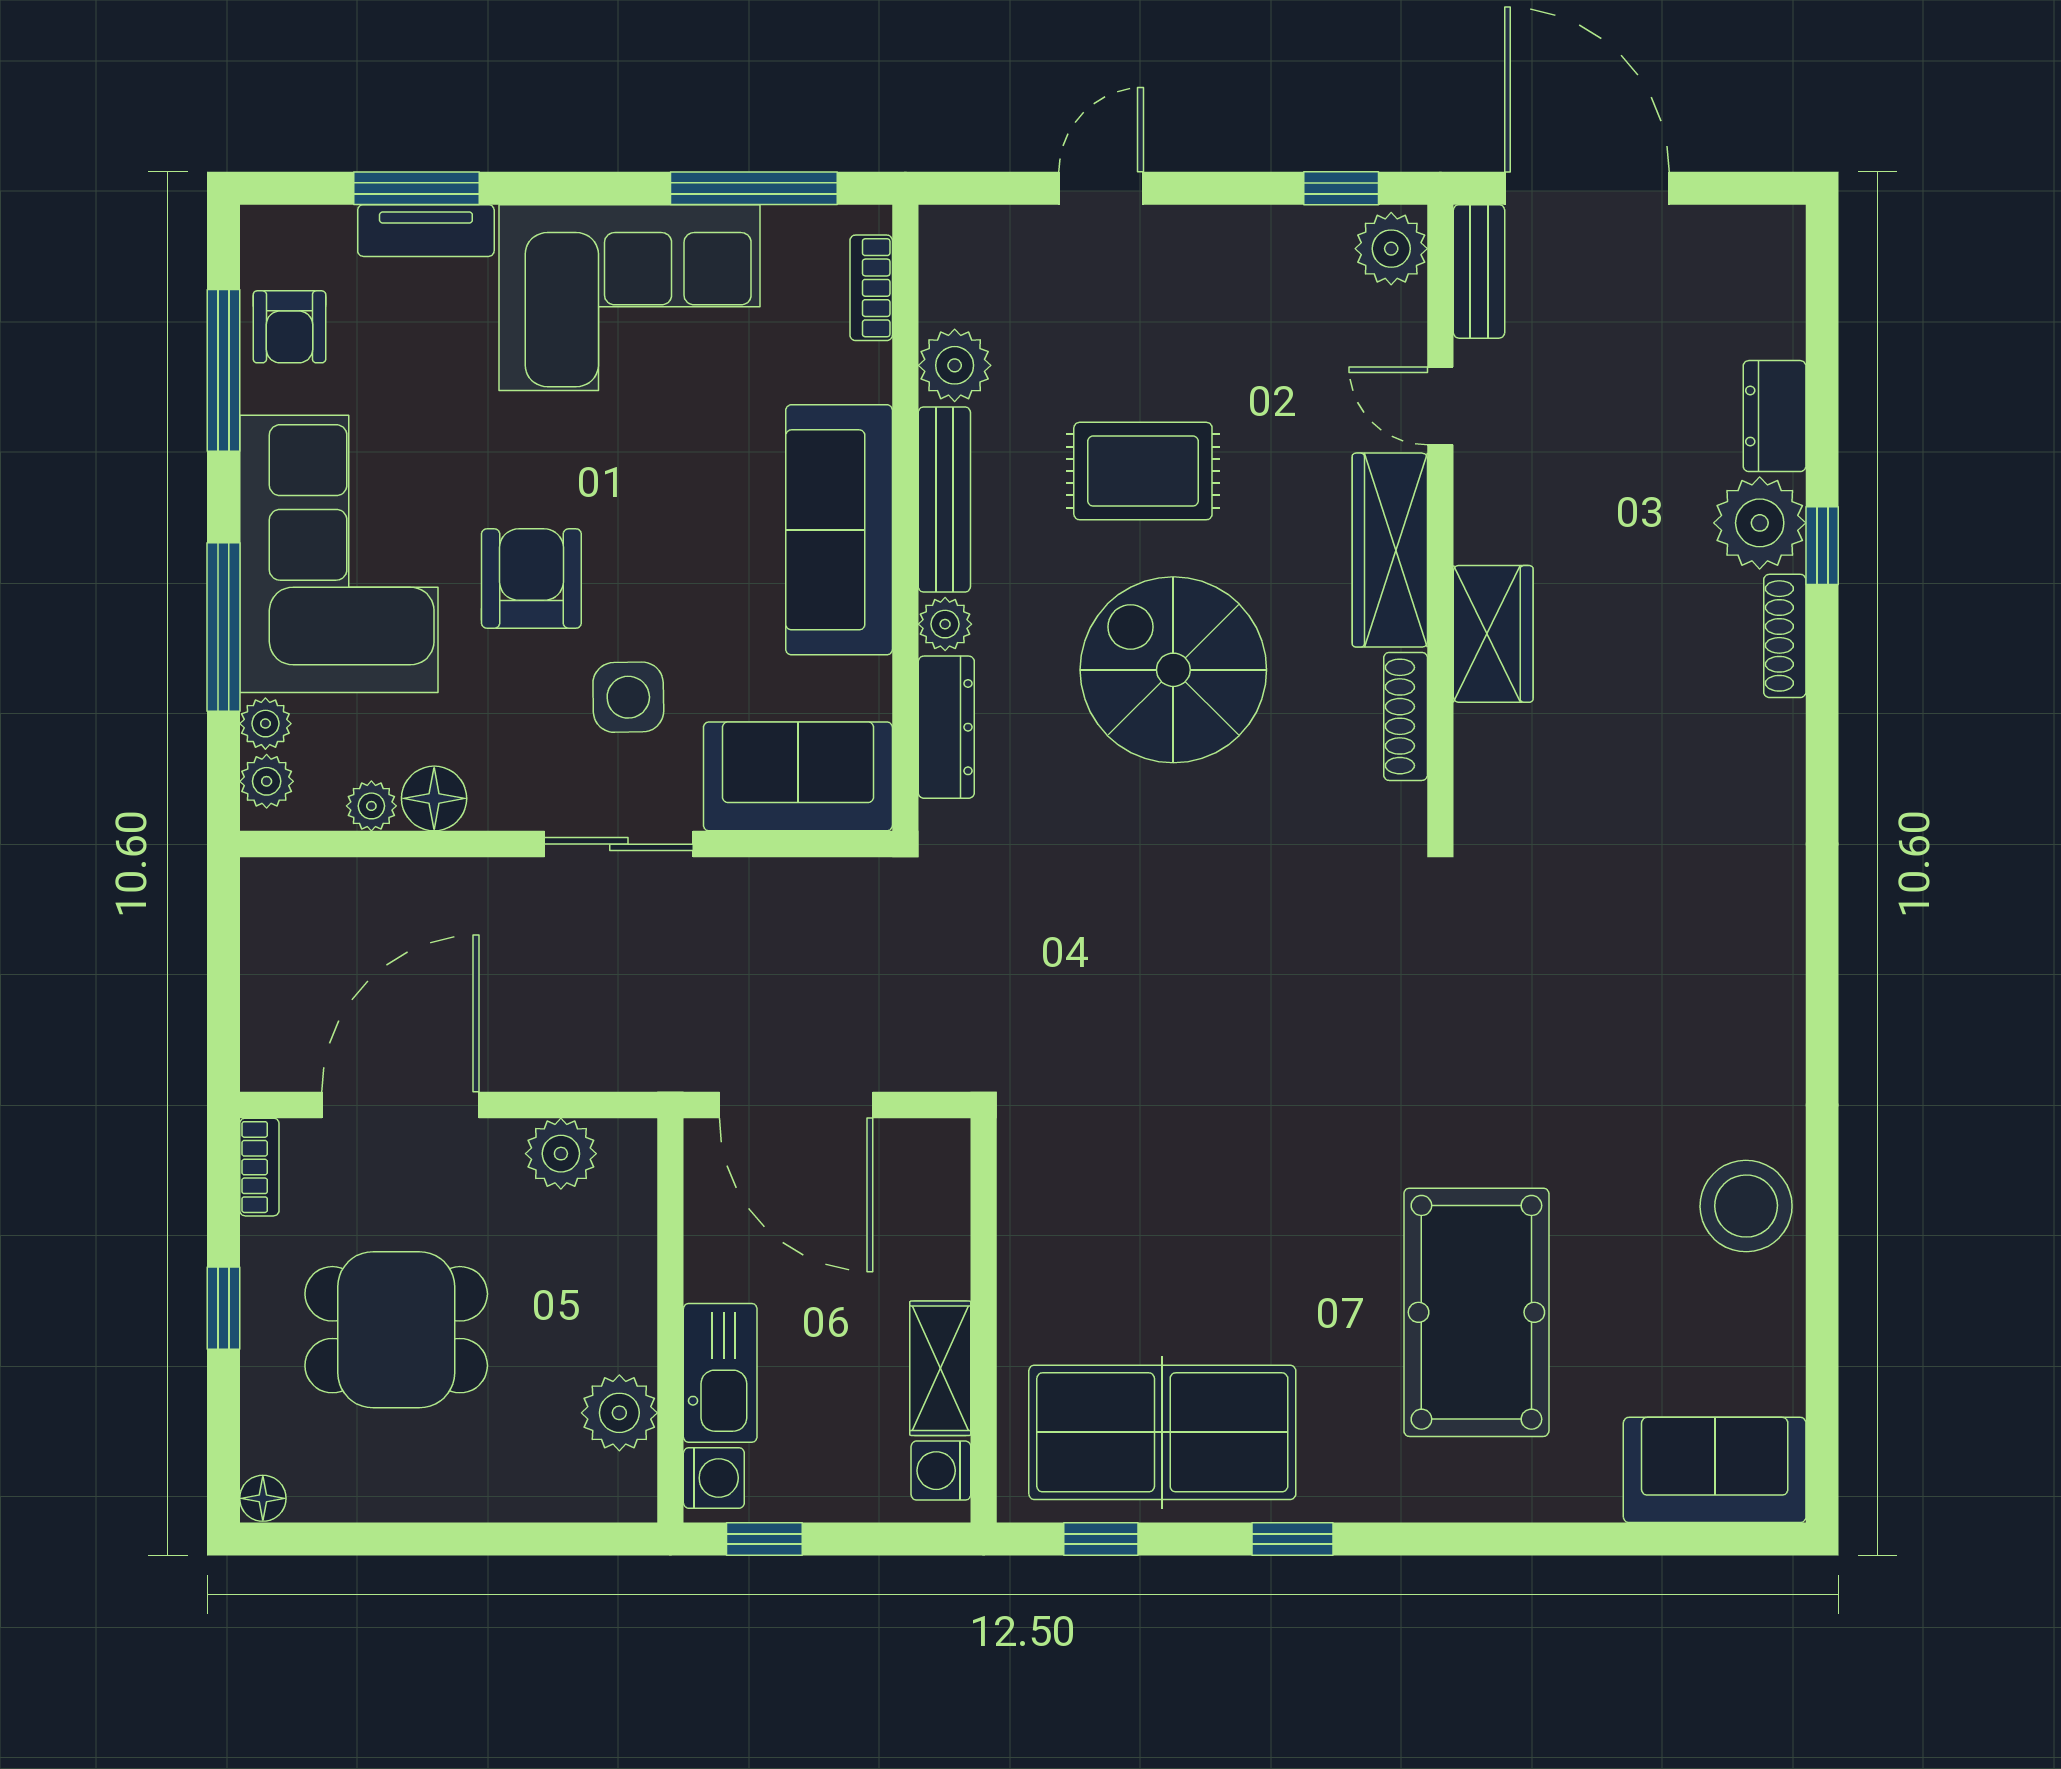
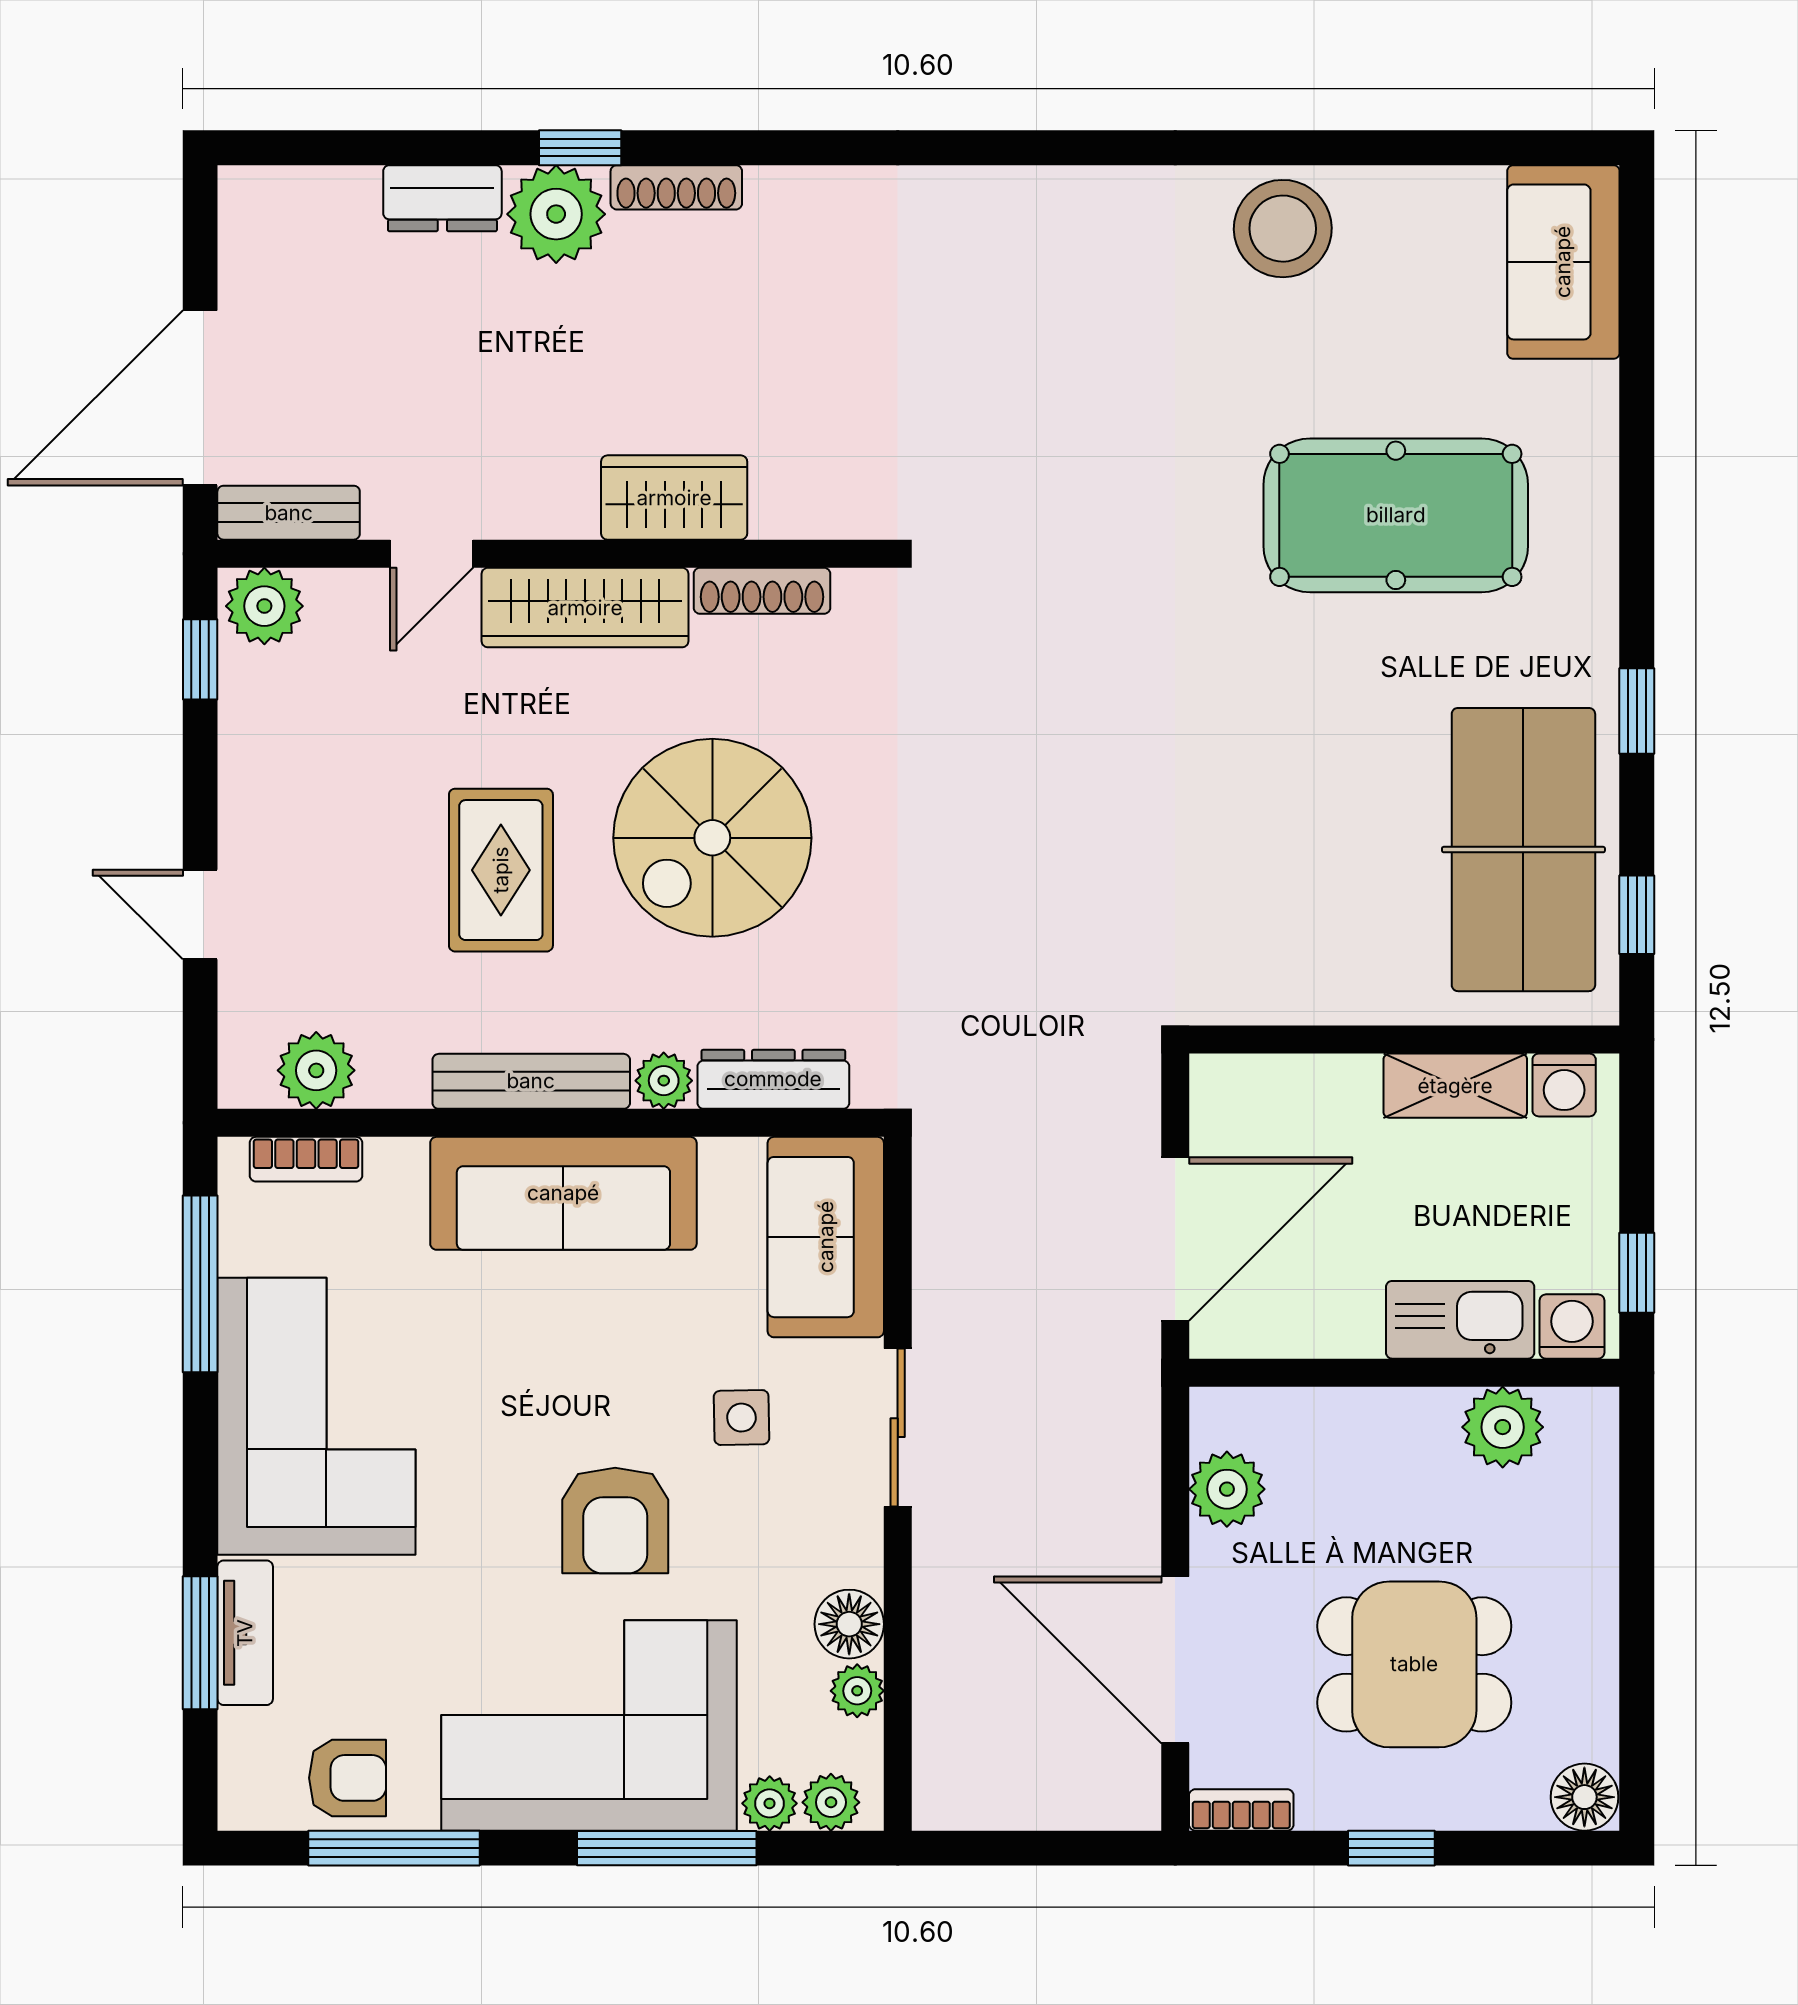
plant: (955, 365) -> (316, 1070), moved
armchair: (531, 579) -> (615, 1521), turned -90
side table: (628, 697) -> (741, 1418), width x0.73, depth x0.73
dining table: (396, 1330) -> (1414, 1664), turned 90
floor lamp: (263, 1498) -> (1584, 1797), width x1.37, depth x1.37

